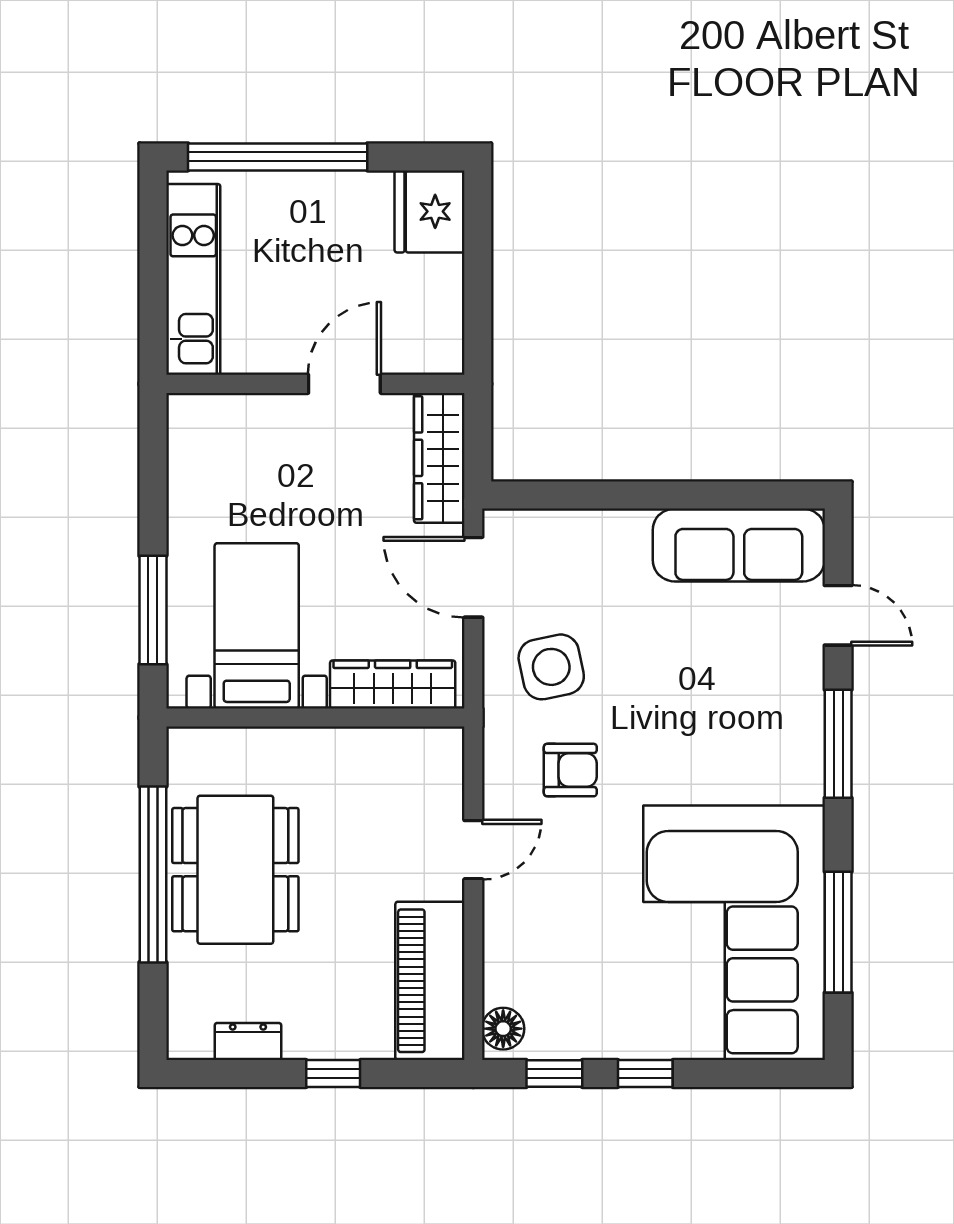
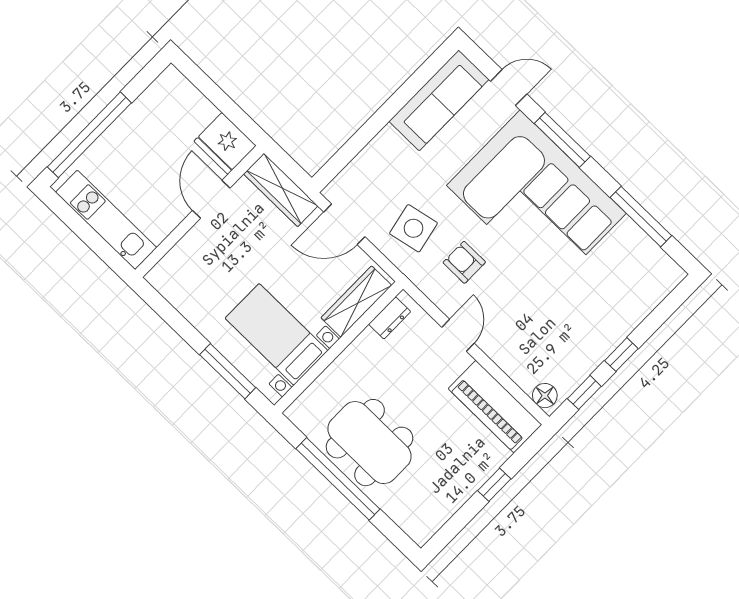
fridge: (430, 211) -> (225, 143), moved
armchair: (570, 770) -> (464, 262), turned -90
corner sofa: (734, 933) -> (536, 199), moved
dresser: (248, 1041) -> (390, 318), moved, turned 180

